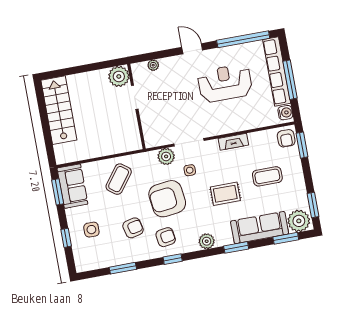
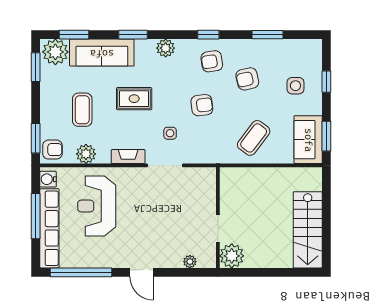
reception desk: (225, 83) -> (97, 206), moved, turned 90
armchair: (286, 138) -> (52, 150), turned 90
fireplace: (233, 142) -> (128, 157), moved
plant: (166, 156) -> (86, 154), moved
coffee table: (267, 176) -> (82, 110), turned 90
armchair: (167, 199) -> (202, 105), width x0.53, depth x0.53

